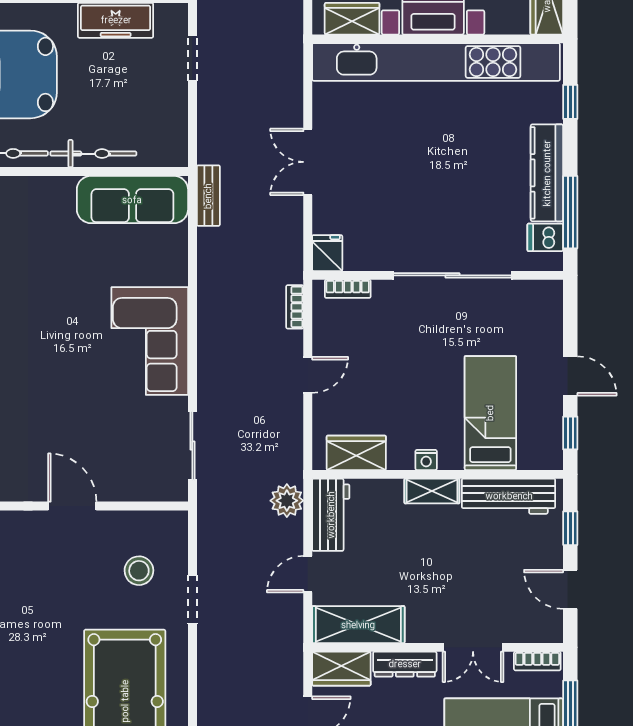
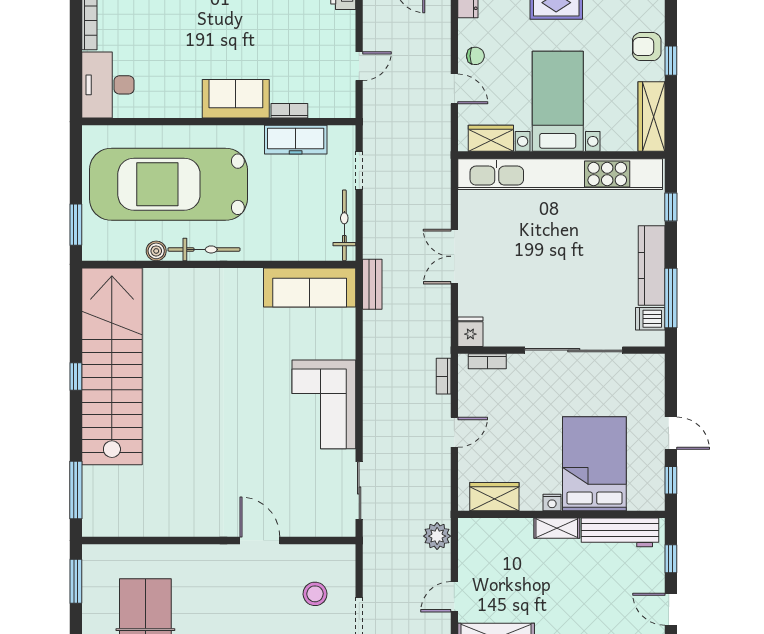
bicycle: (93, 154) -> (344, 225), moved, turned -90
bed: (490, 413) -> (594, 464), width x1.50
workbench: (331, 515) -> (473, 548), removed

